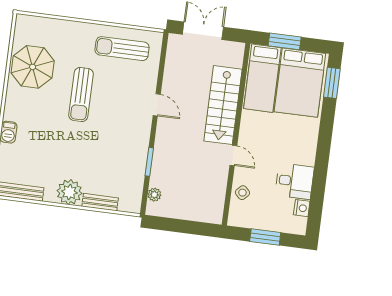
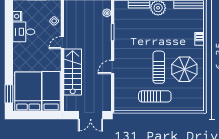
window: (285, 41) -> (41, 115), removed
sun lounger: (122, 49) -> (155, 96), moved
parasol: (33, 67) -> (184, 69), moved
door: (157, 105) -> (113, 67), hinge flipped
door: (233, 155) -> (62, 43), hinge flipped

